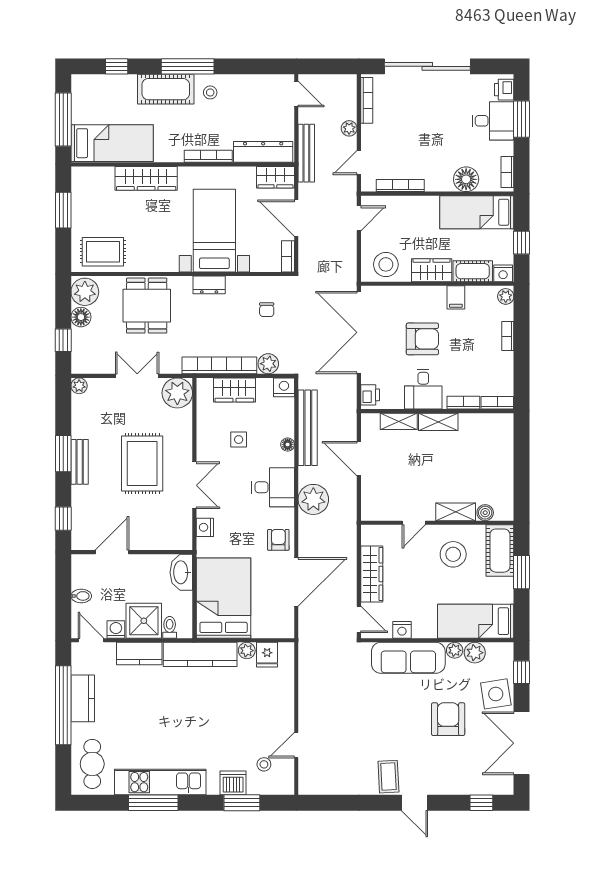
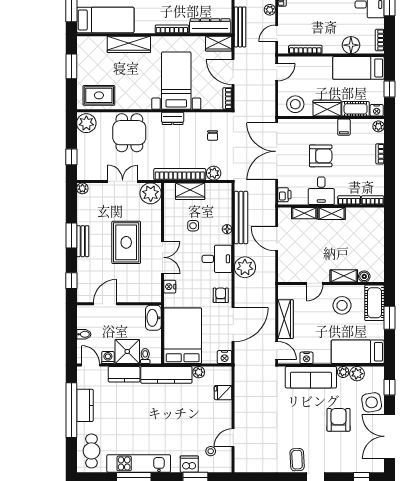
floor lamp: (81, 317) -> (84, 141), removed
nightstand: (284, 387) -> (225, 357), moved, turned 180
fridge: (267, 655) -> (223, 393), moved, turned 90

